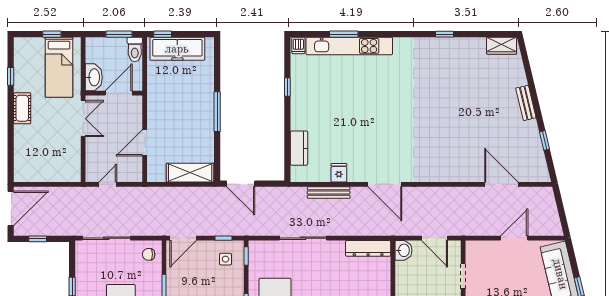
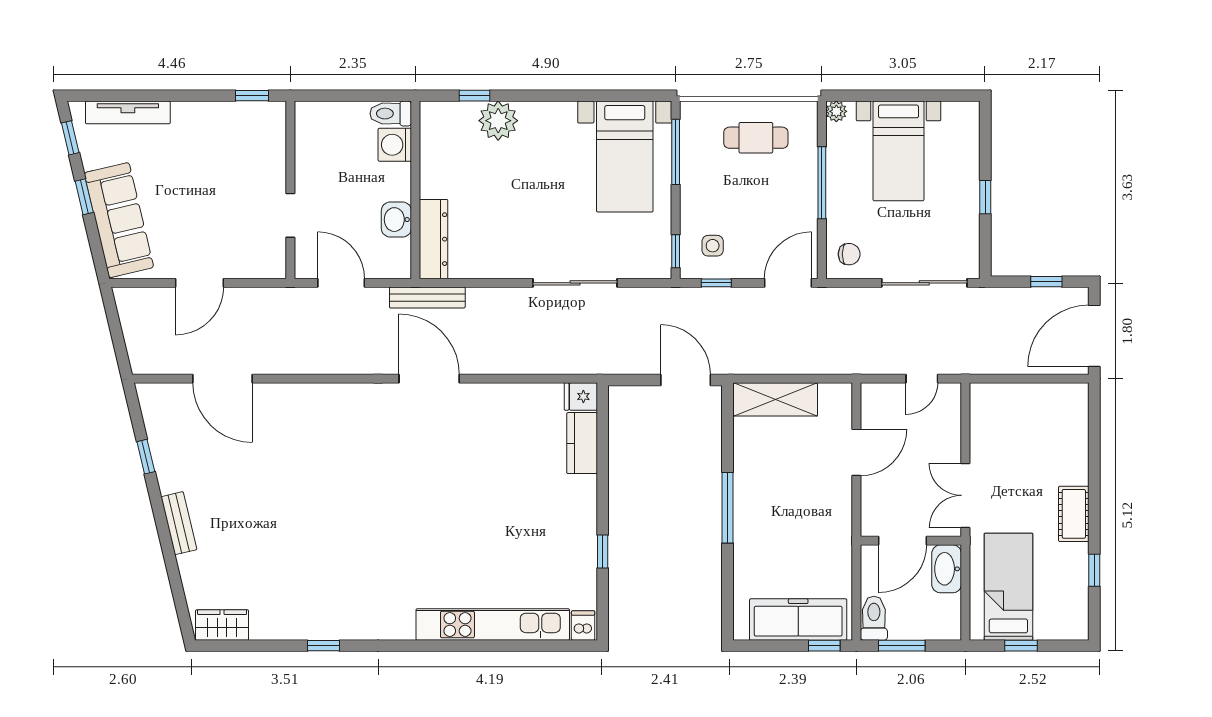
window: (344, 34) -> (503, 646), removed
fridge: (339, 173) -> (581, 396), moved, turned 90
bench: (329, 193) -> (427, 298), moved
dresser: (368, 248) -> (434, 239), moved, turned 90
washbasin: (403, 250) -> (396, 220), moved

